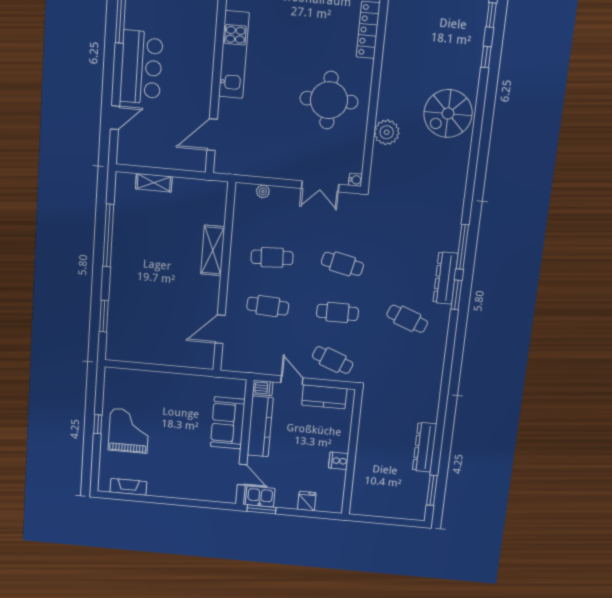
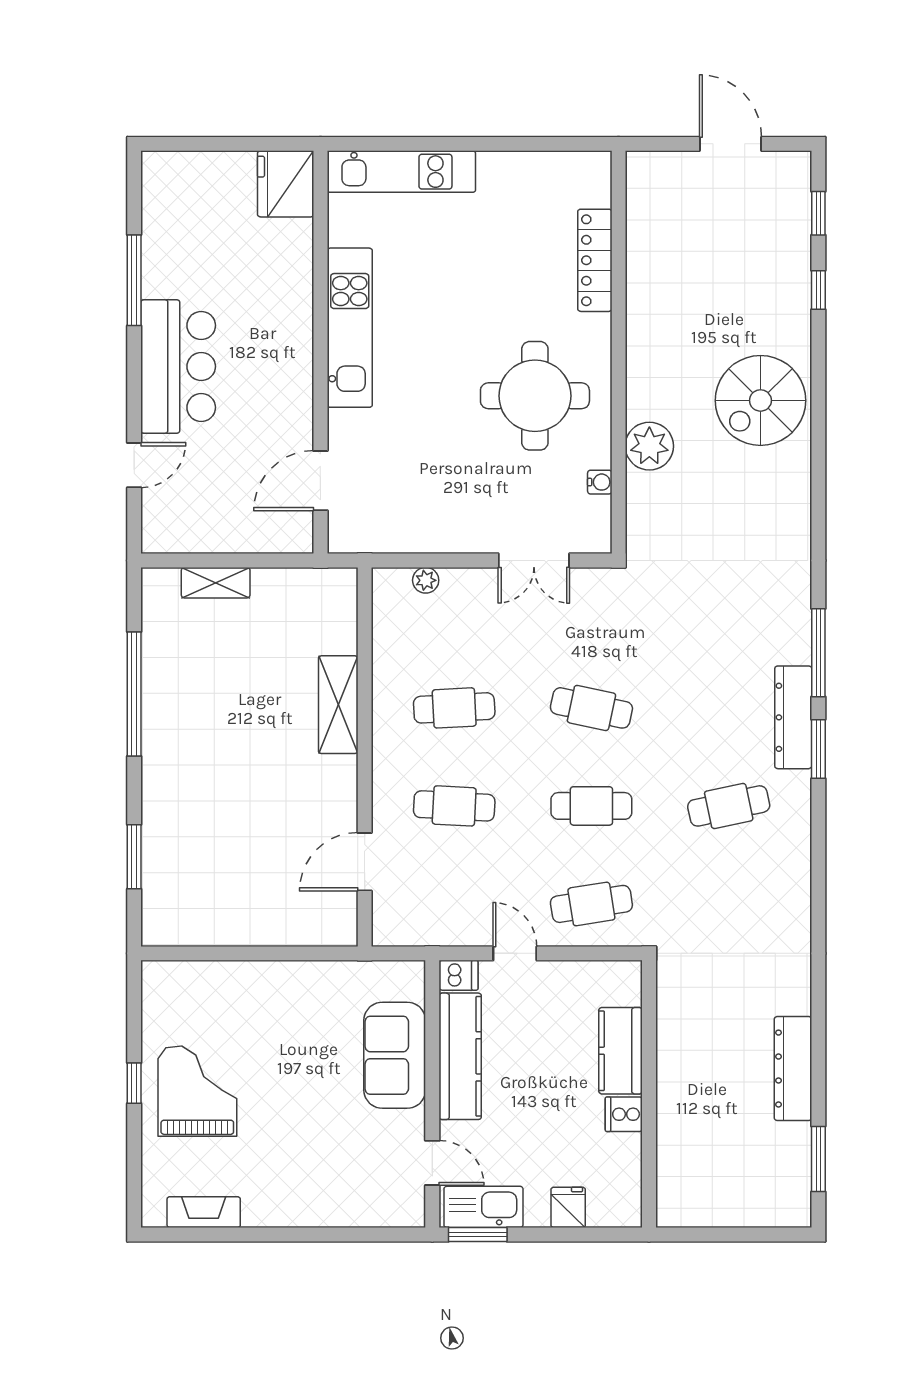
water cooler: (355, 180) -> (600, 482), moved
cafe table: (407, 319) -> (729, 806), turned -33
cafe table: (333, 360) -> (591, 904), turned -30
kitchen counter: (324, 397) -> (621, 1051), moved, turned 90
kitchen sink: (260, 497) -> (483, 1207), width x1.38

